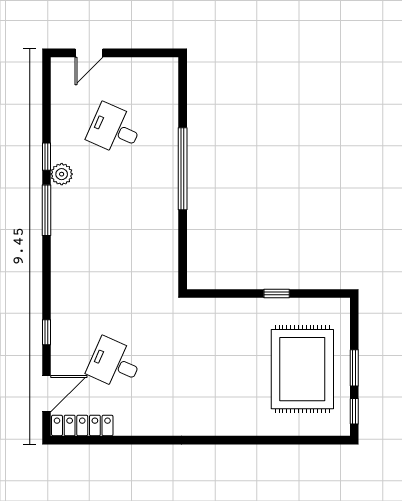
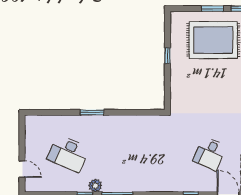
desk: (115, 129) -> (68, 154), width x1.37
window: (183, 169) -> (92, 112), width x0.47

